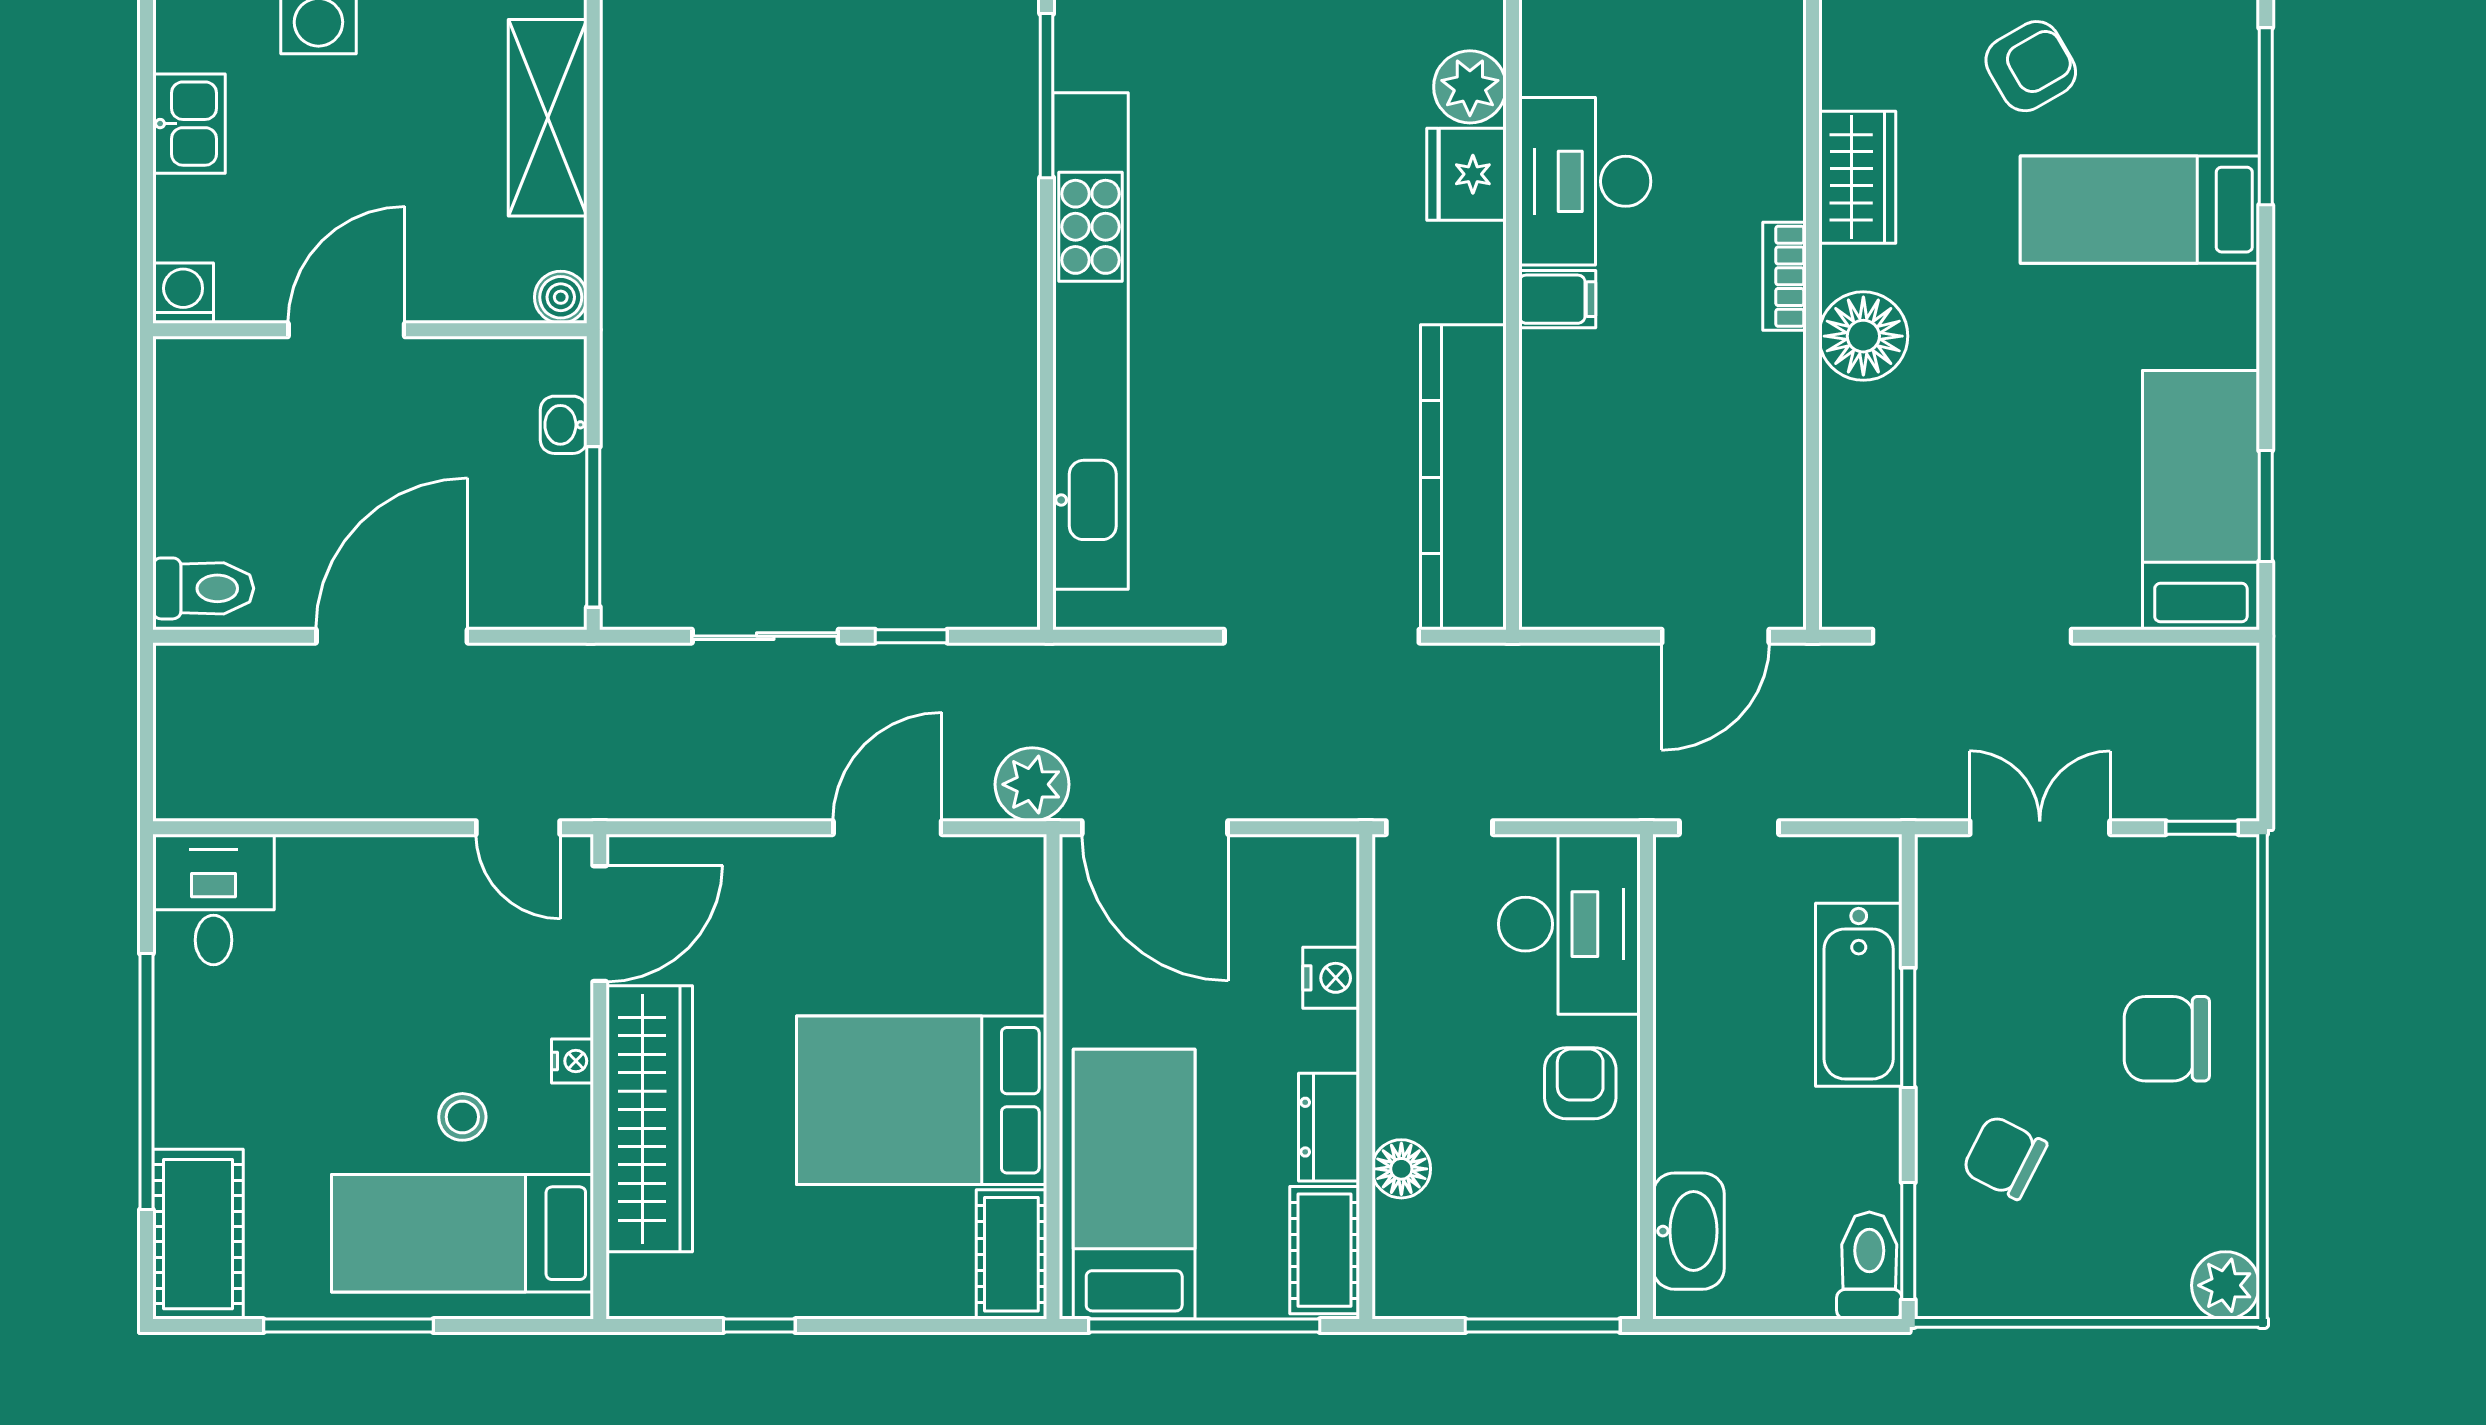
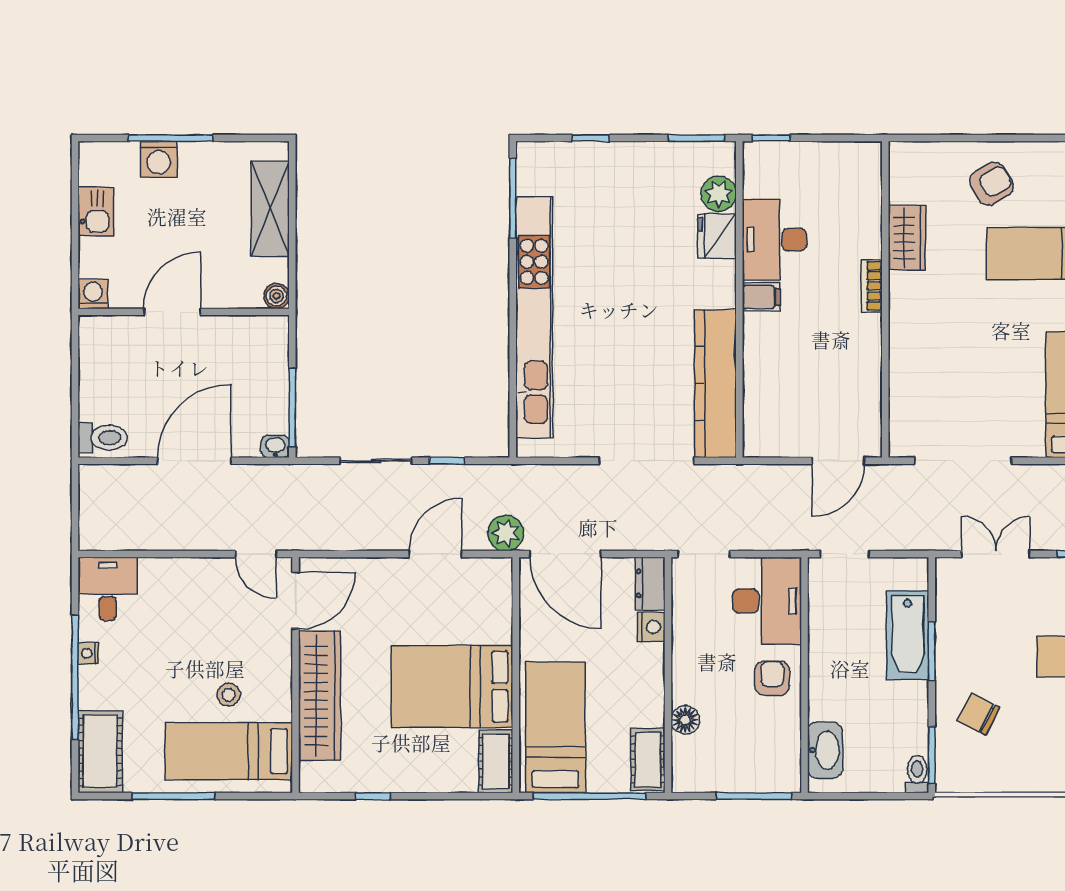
floor lamp: (1863, 336) -> (910, 315), removed
washbasin: (564, 425) -> (275, 446), moved, turned 90
nightstand: (572, 1061) -> (88, 653), moved, turned 180
dresser: (1329, 1127) -> (650, 583), moved
toilet: (1869, 1266) -> (917, 774), width x0.73, depth x0.72

